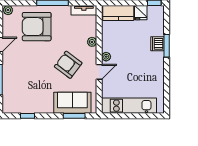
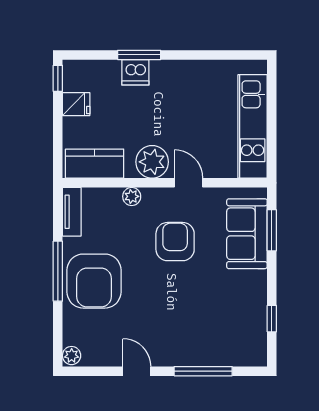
kitchen counter: (118, 13) -> (95, 164), moved, turned -90
armchair: (37, 27) -> (94, 281), moved
plant: (106, 57) -> (152, 162), width x1.88, depth x1.88
armchair: (68, 65) -> (175, 242), turned 143

